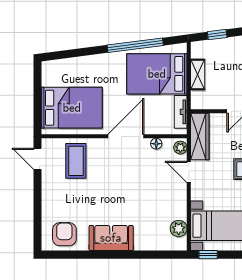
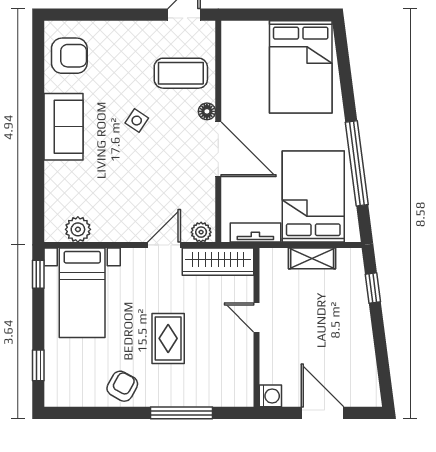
bed: (72, 108) -> (301, 67), moved
floor lamp: (156, 144) -> (207, 111), moved
side table: (107, 190) -> (137, 121), added

